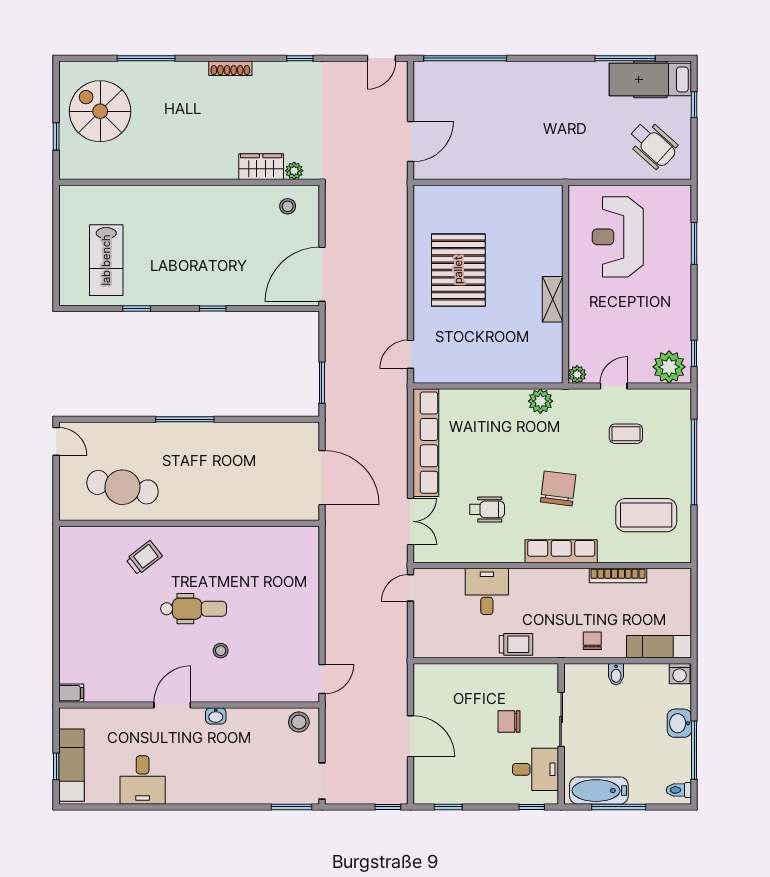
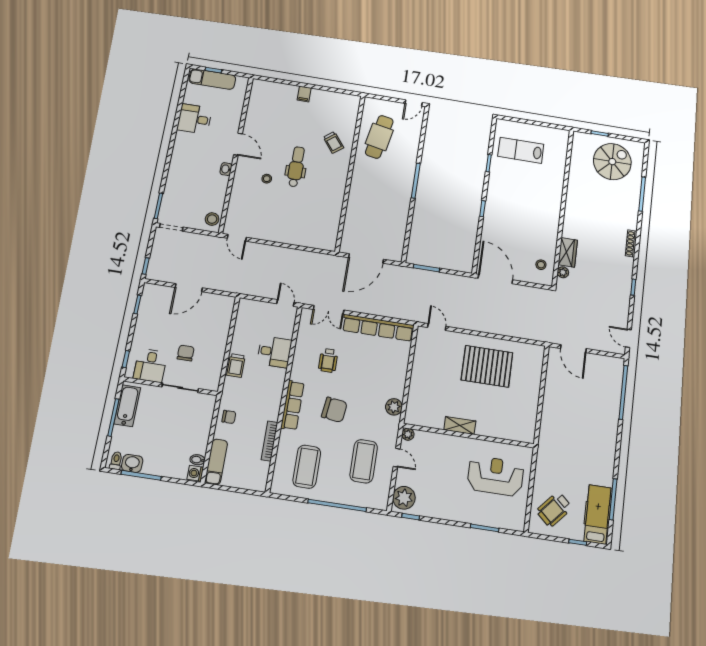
coffee table: (626, 434) -> (364, 461), width x1.86, depth x1.72
dental chair: (194, 609) -> (296, 167), turned 180
bidet: (616, 674) -> (197, 460), moved
filing cabinet: (71, 693) -> (304, 94), moved
washbasin: (679, 723) -> (132, 463), moved

